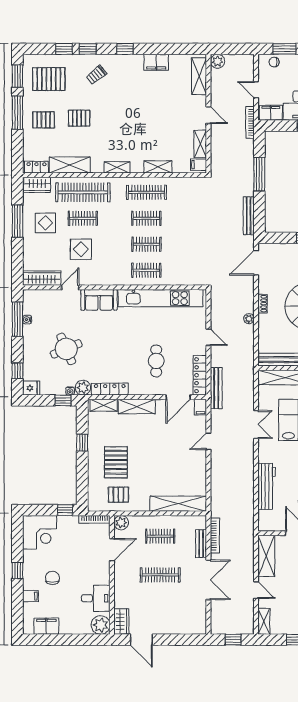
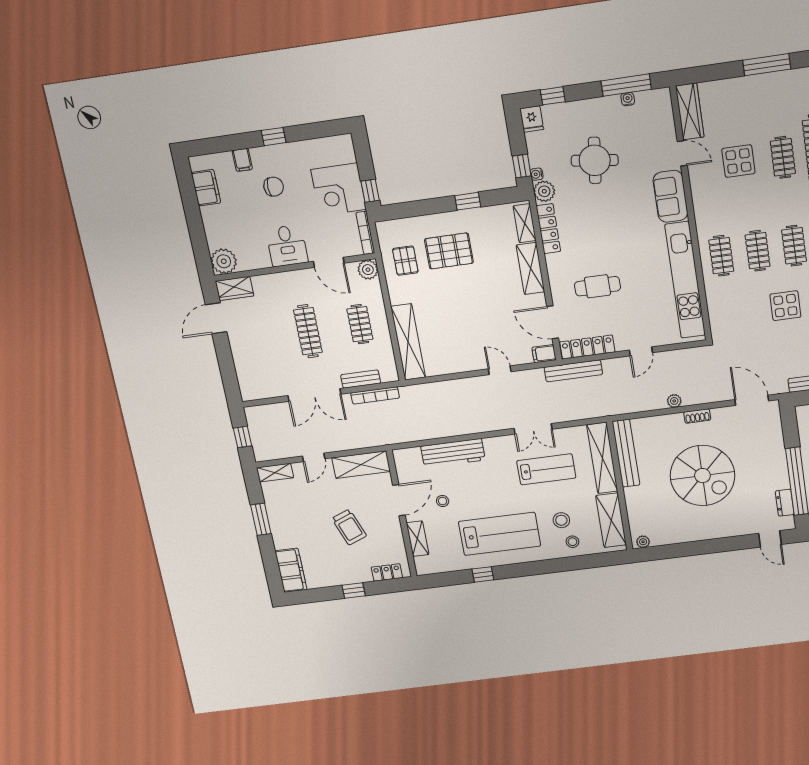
display table: (45, 223) -> (785, 306), moved
round table: (66, 349) -> (595, 160), turned 30
corner desk: (40, 532) -> (339, 189), moved
desk: (96, 598) -> (287, 246), moved

